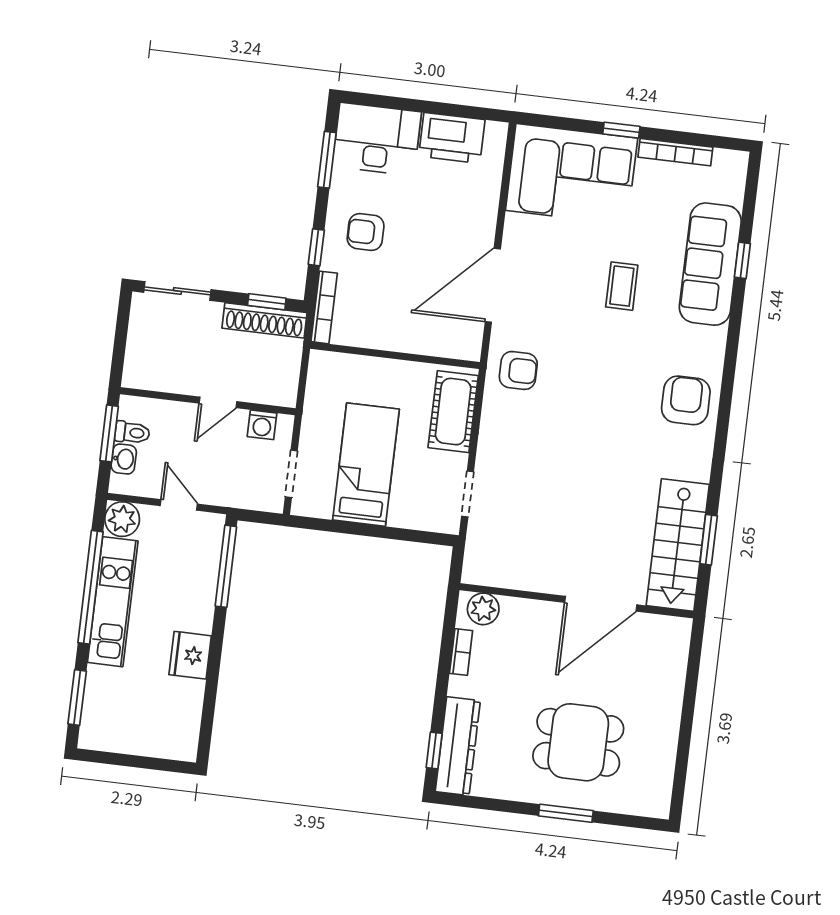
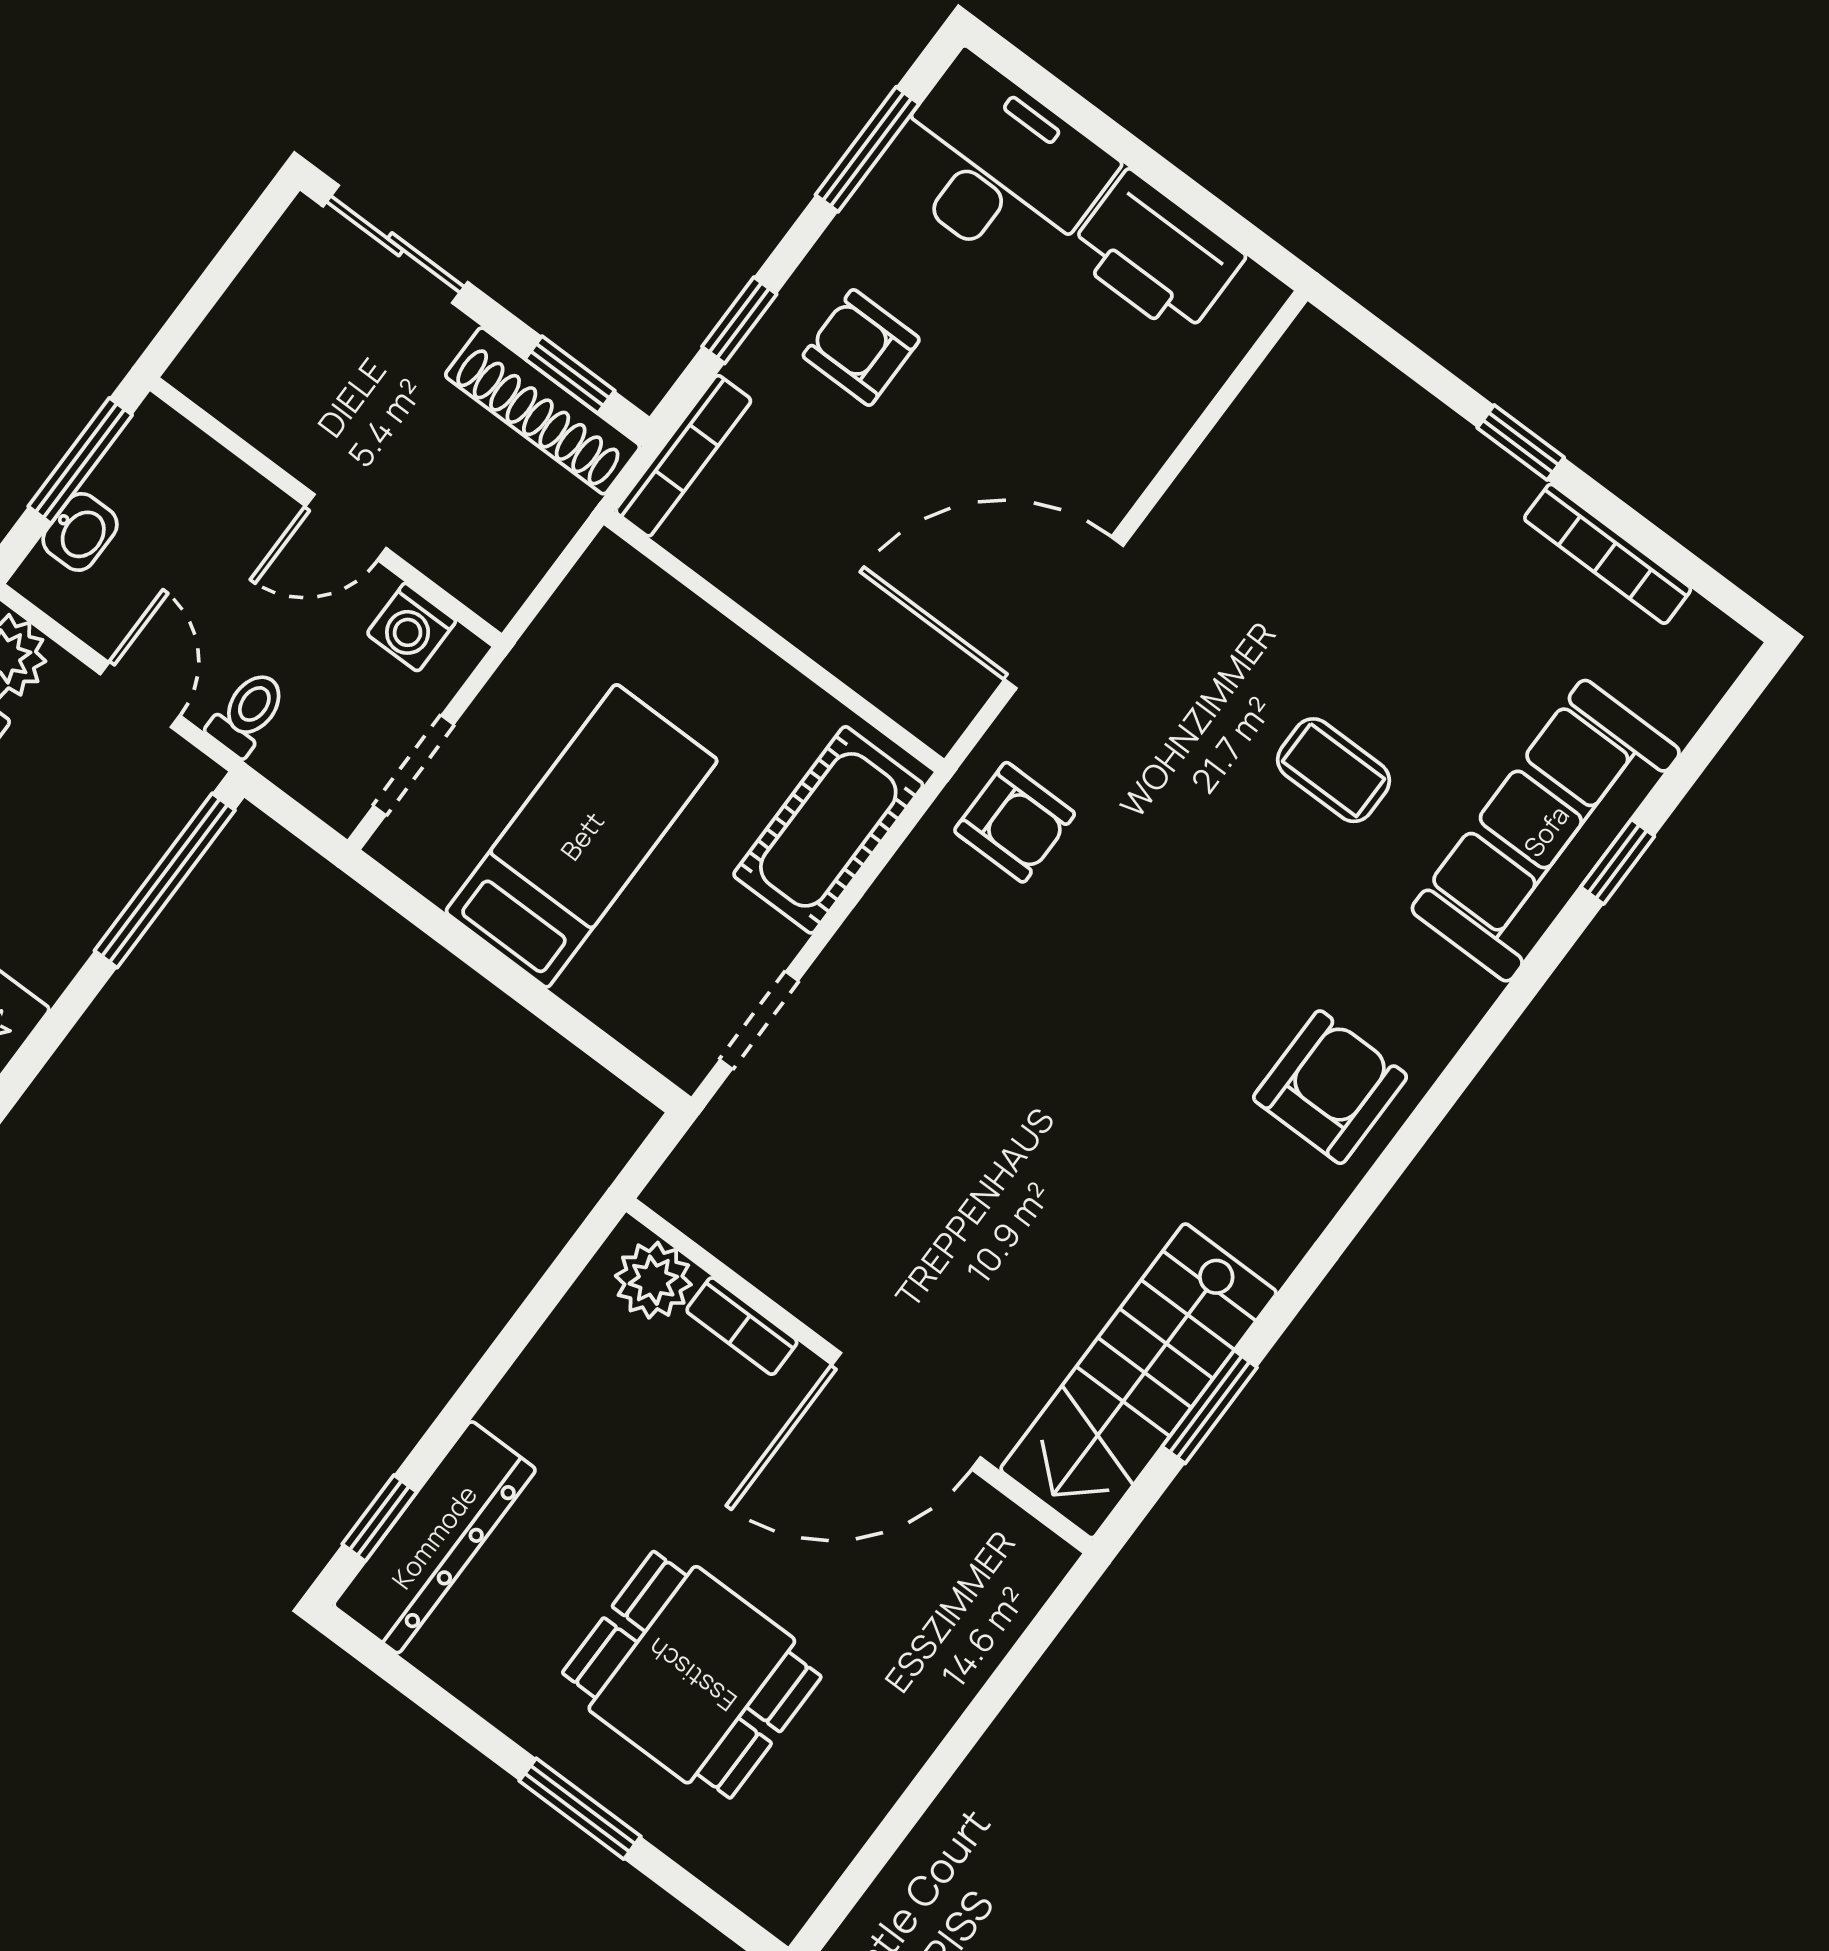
corner sofa: (572, 174) -> (1363, 475), removed
coffee table: (622, 286) -> (1334, 770), turned 90
toilet: (132, 433) -> (247, 713), moved, turned -90
bookcase: (461, 652) -> (742, 1326), moved, turned 90

